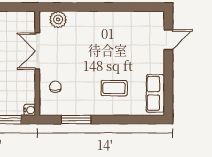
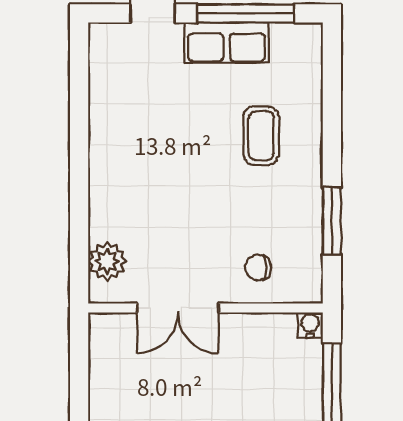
window: (168, 81) -> (246, 13), added
row of seats: (155, 93) -> (226, 43), moved

